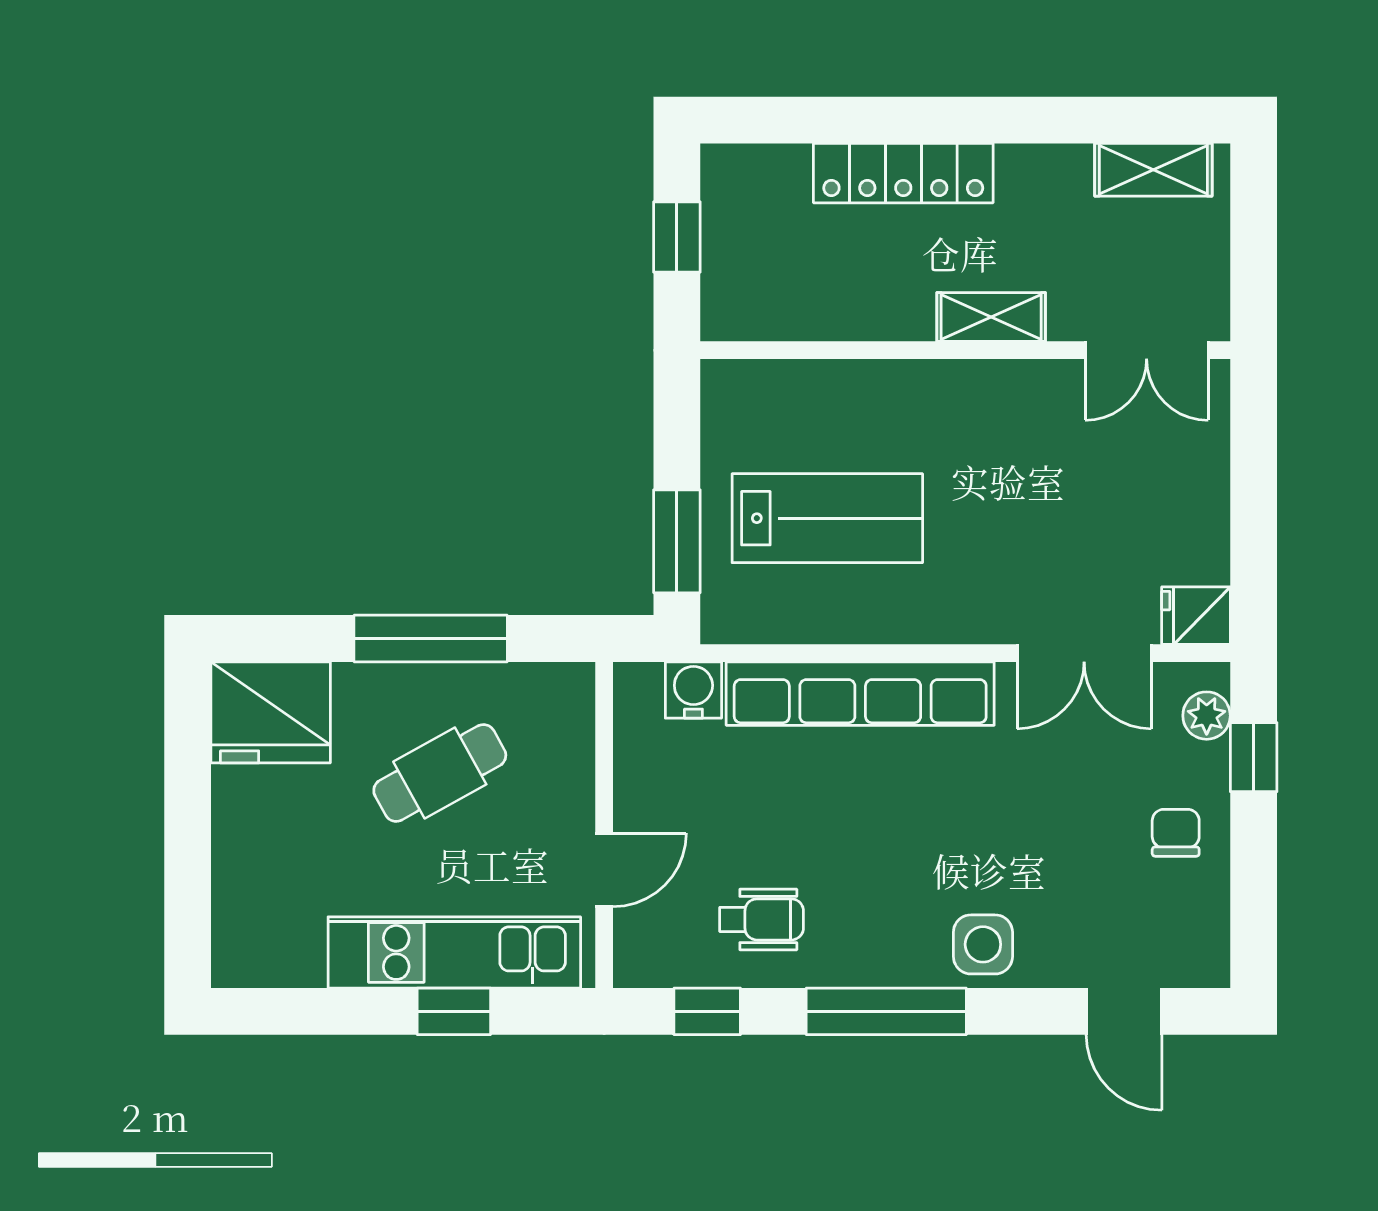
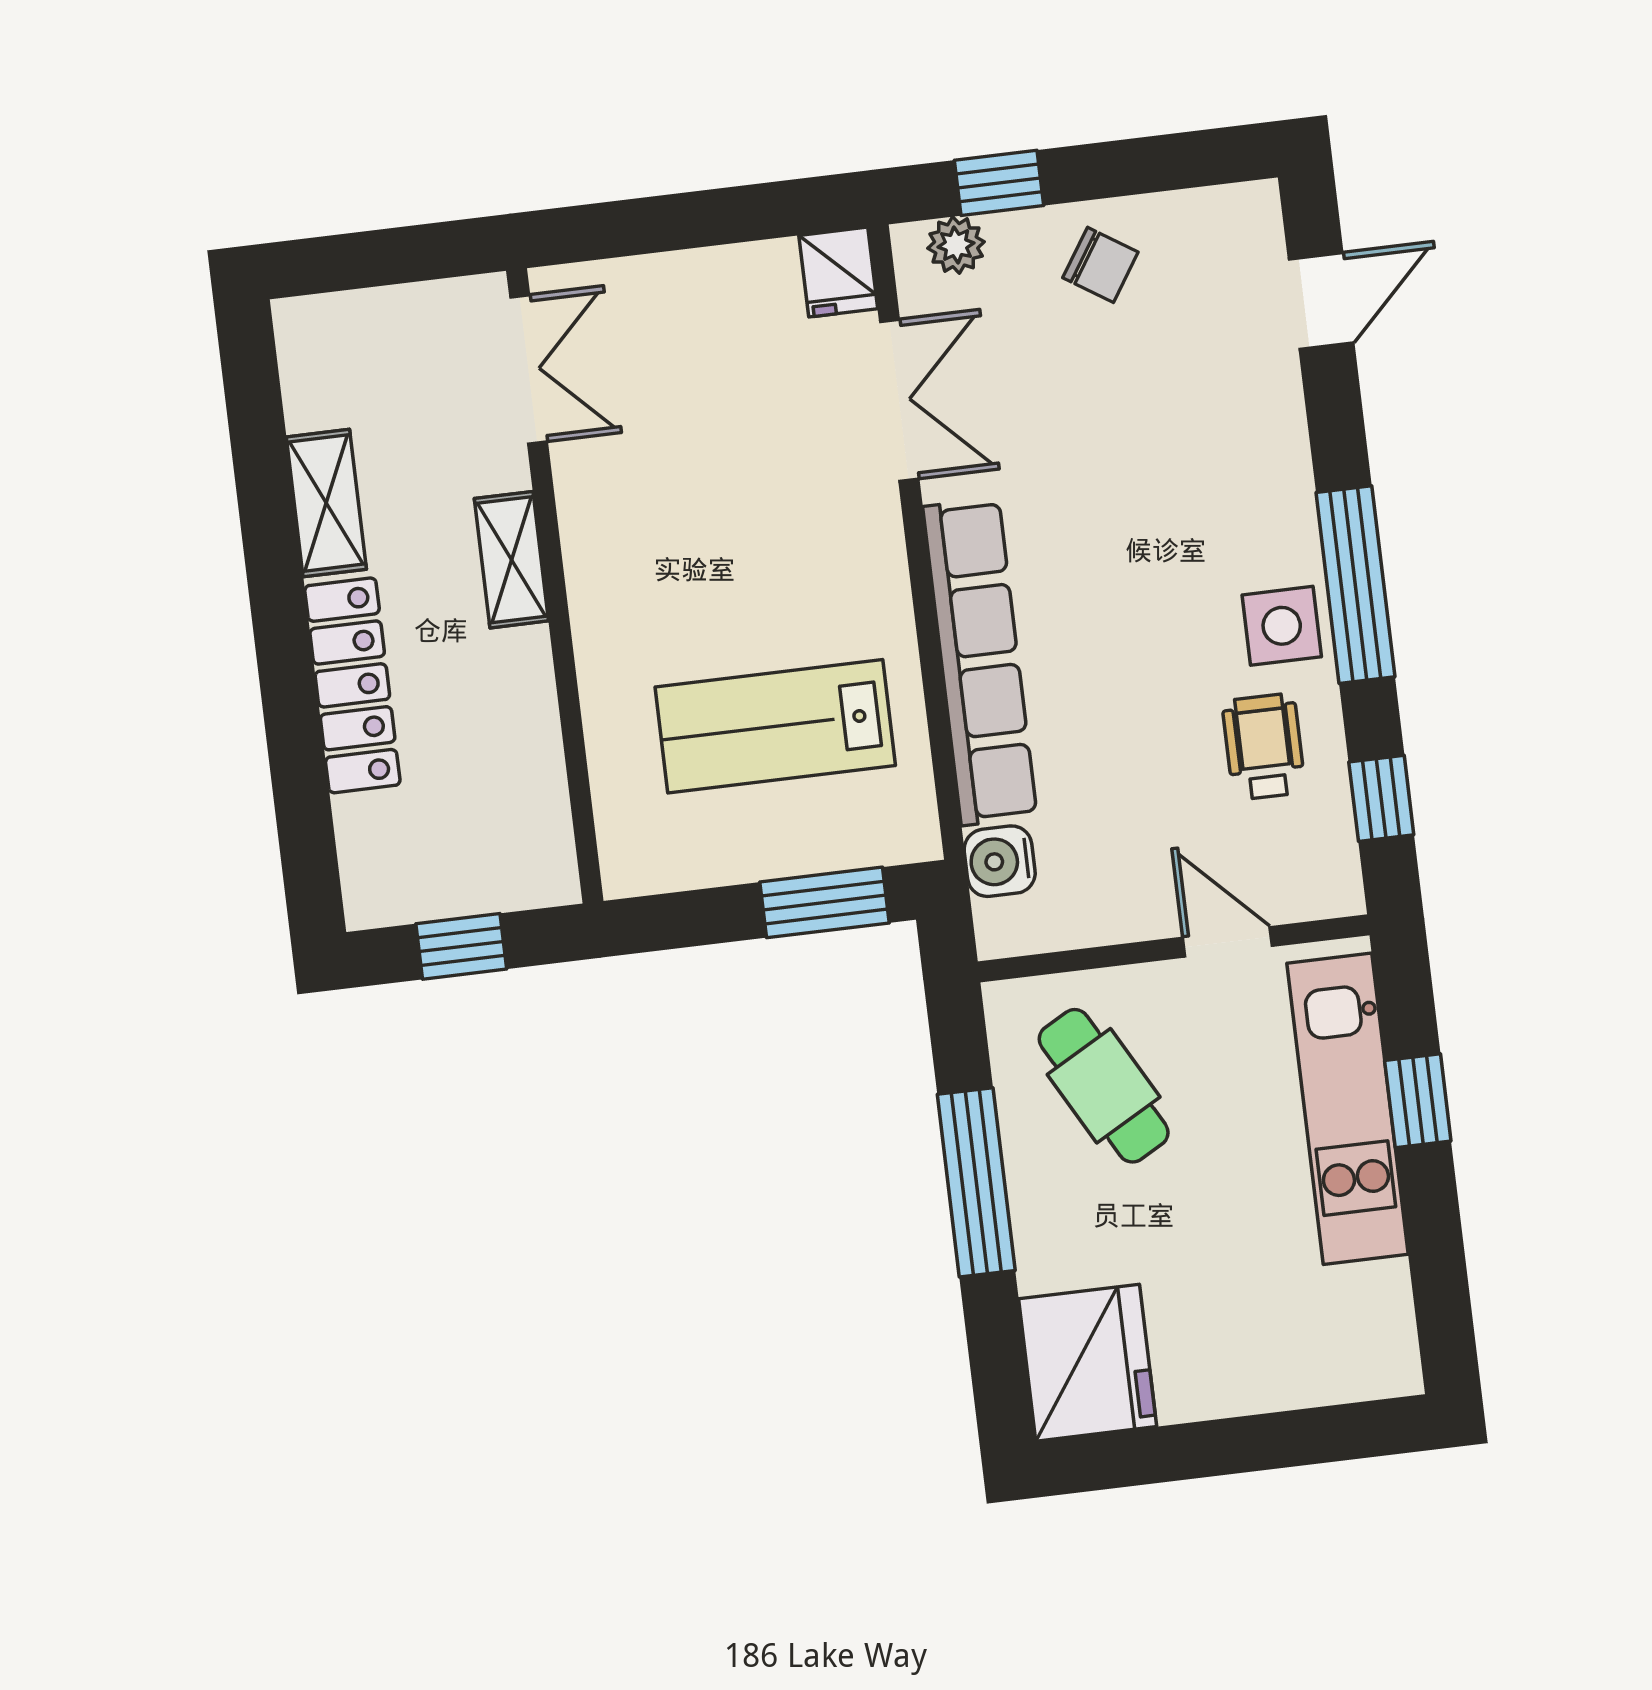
shelving: (1153, 170) -> (326, 503), moved
lab bench: (827, 518) -> (775, 726), turned -90
cafe table: (440, 773) -> (1104, 1086), moved
chair: (1176, 833) -> (1100, 265), turned -147
side table: (983, 944) -> (1282, 626), moved

